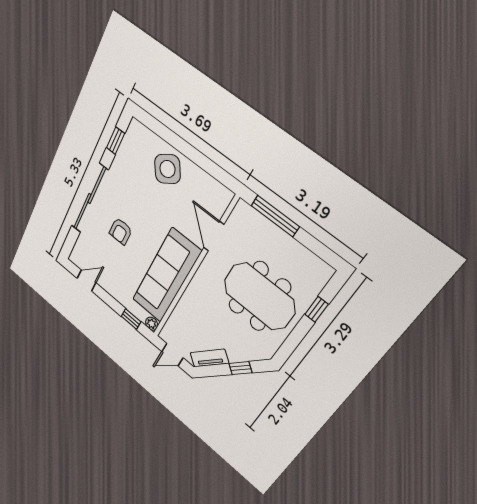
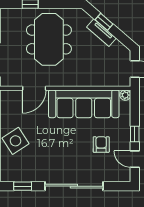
armchair: (121, 231) -> (101, 145), moved, turned -90
window: (131, 319) -> (135, 134), moved
tv unit: (209, 358) -> (101, 33), moved

